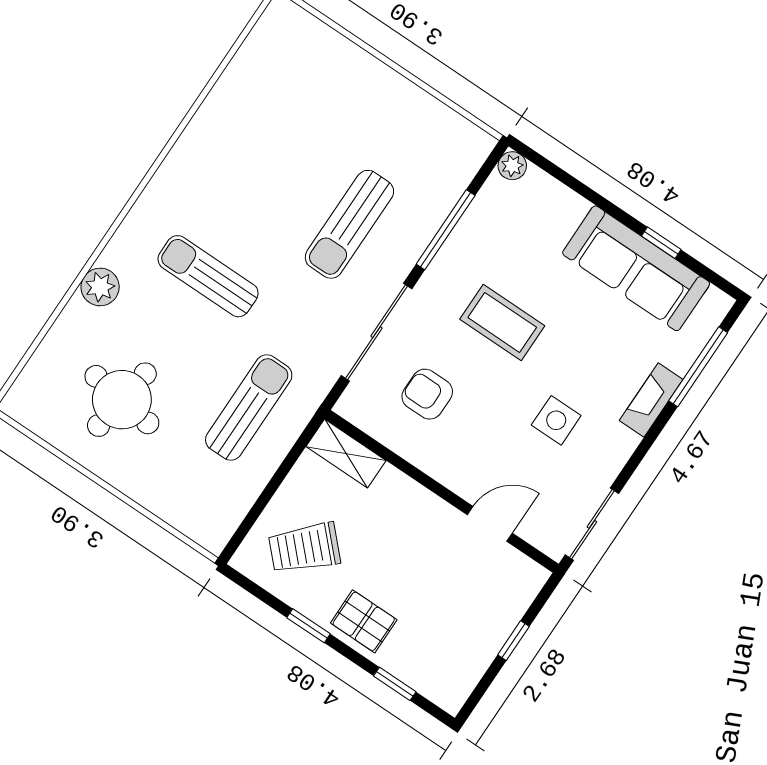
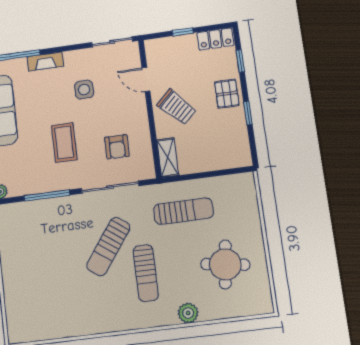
sun lounger: (349, 224) -> (108, 247), moved, turned 126
sun lounger: (249, 407) -> (183, 211), turned 180
trolley: (304, 548) -> (177, 107), moved
locker: (460, 678) -> (215, 39), added

